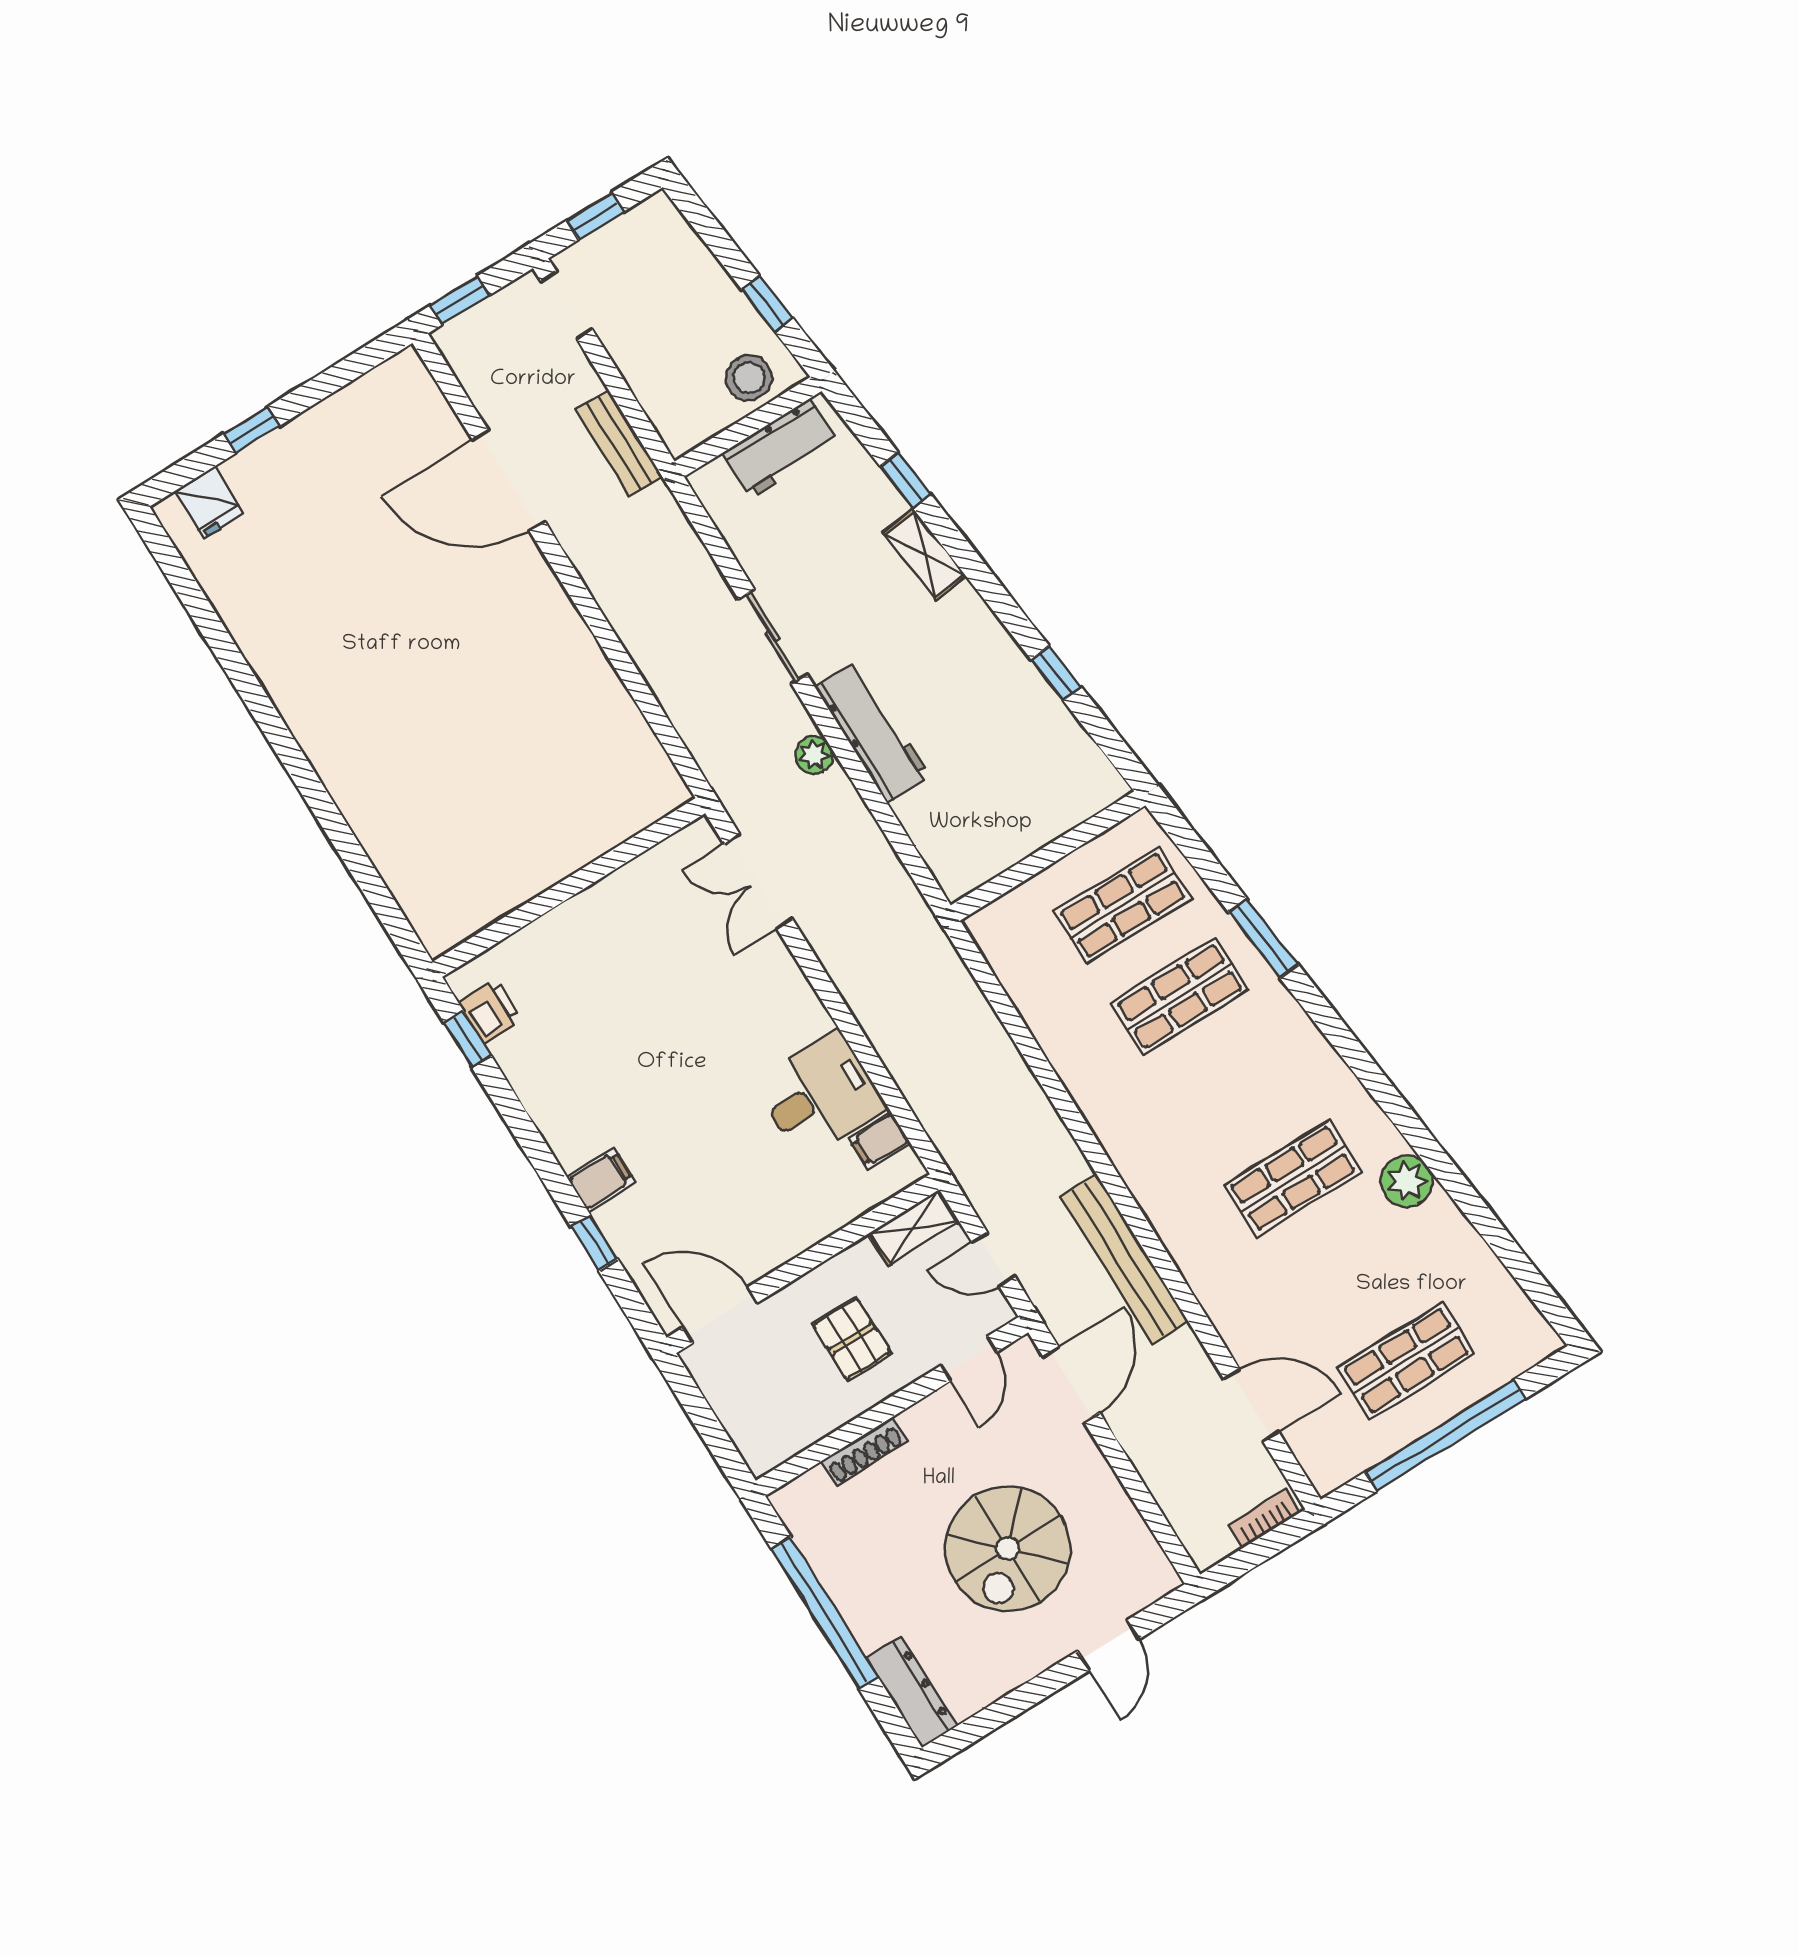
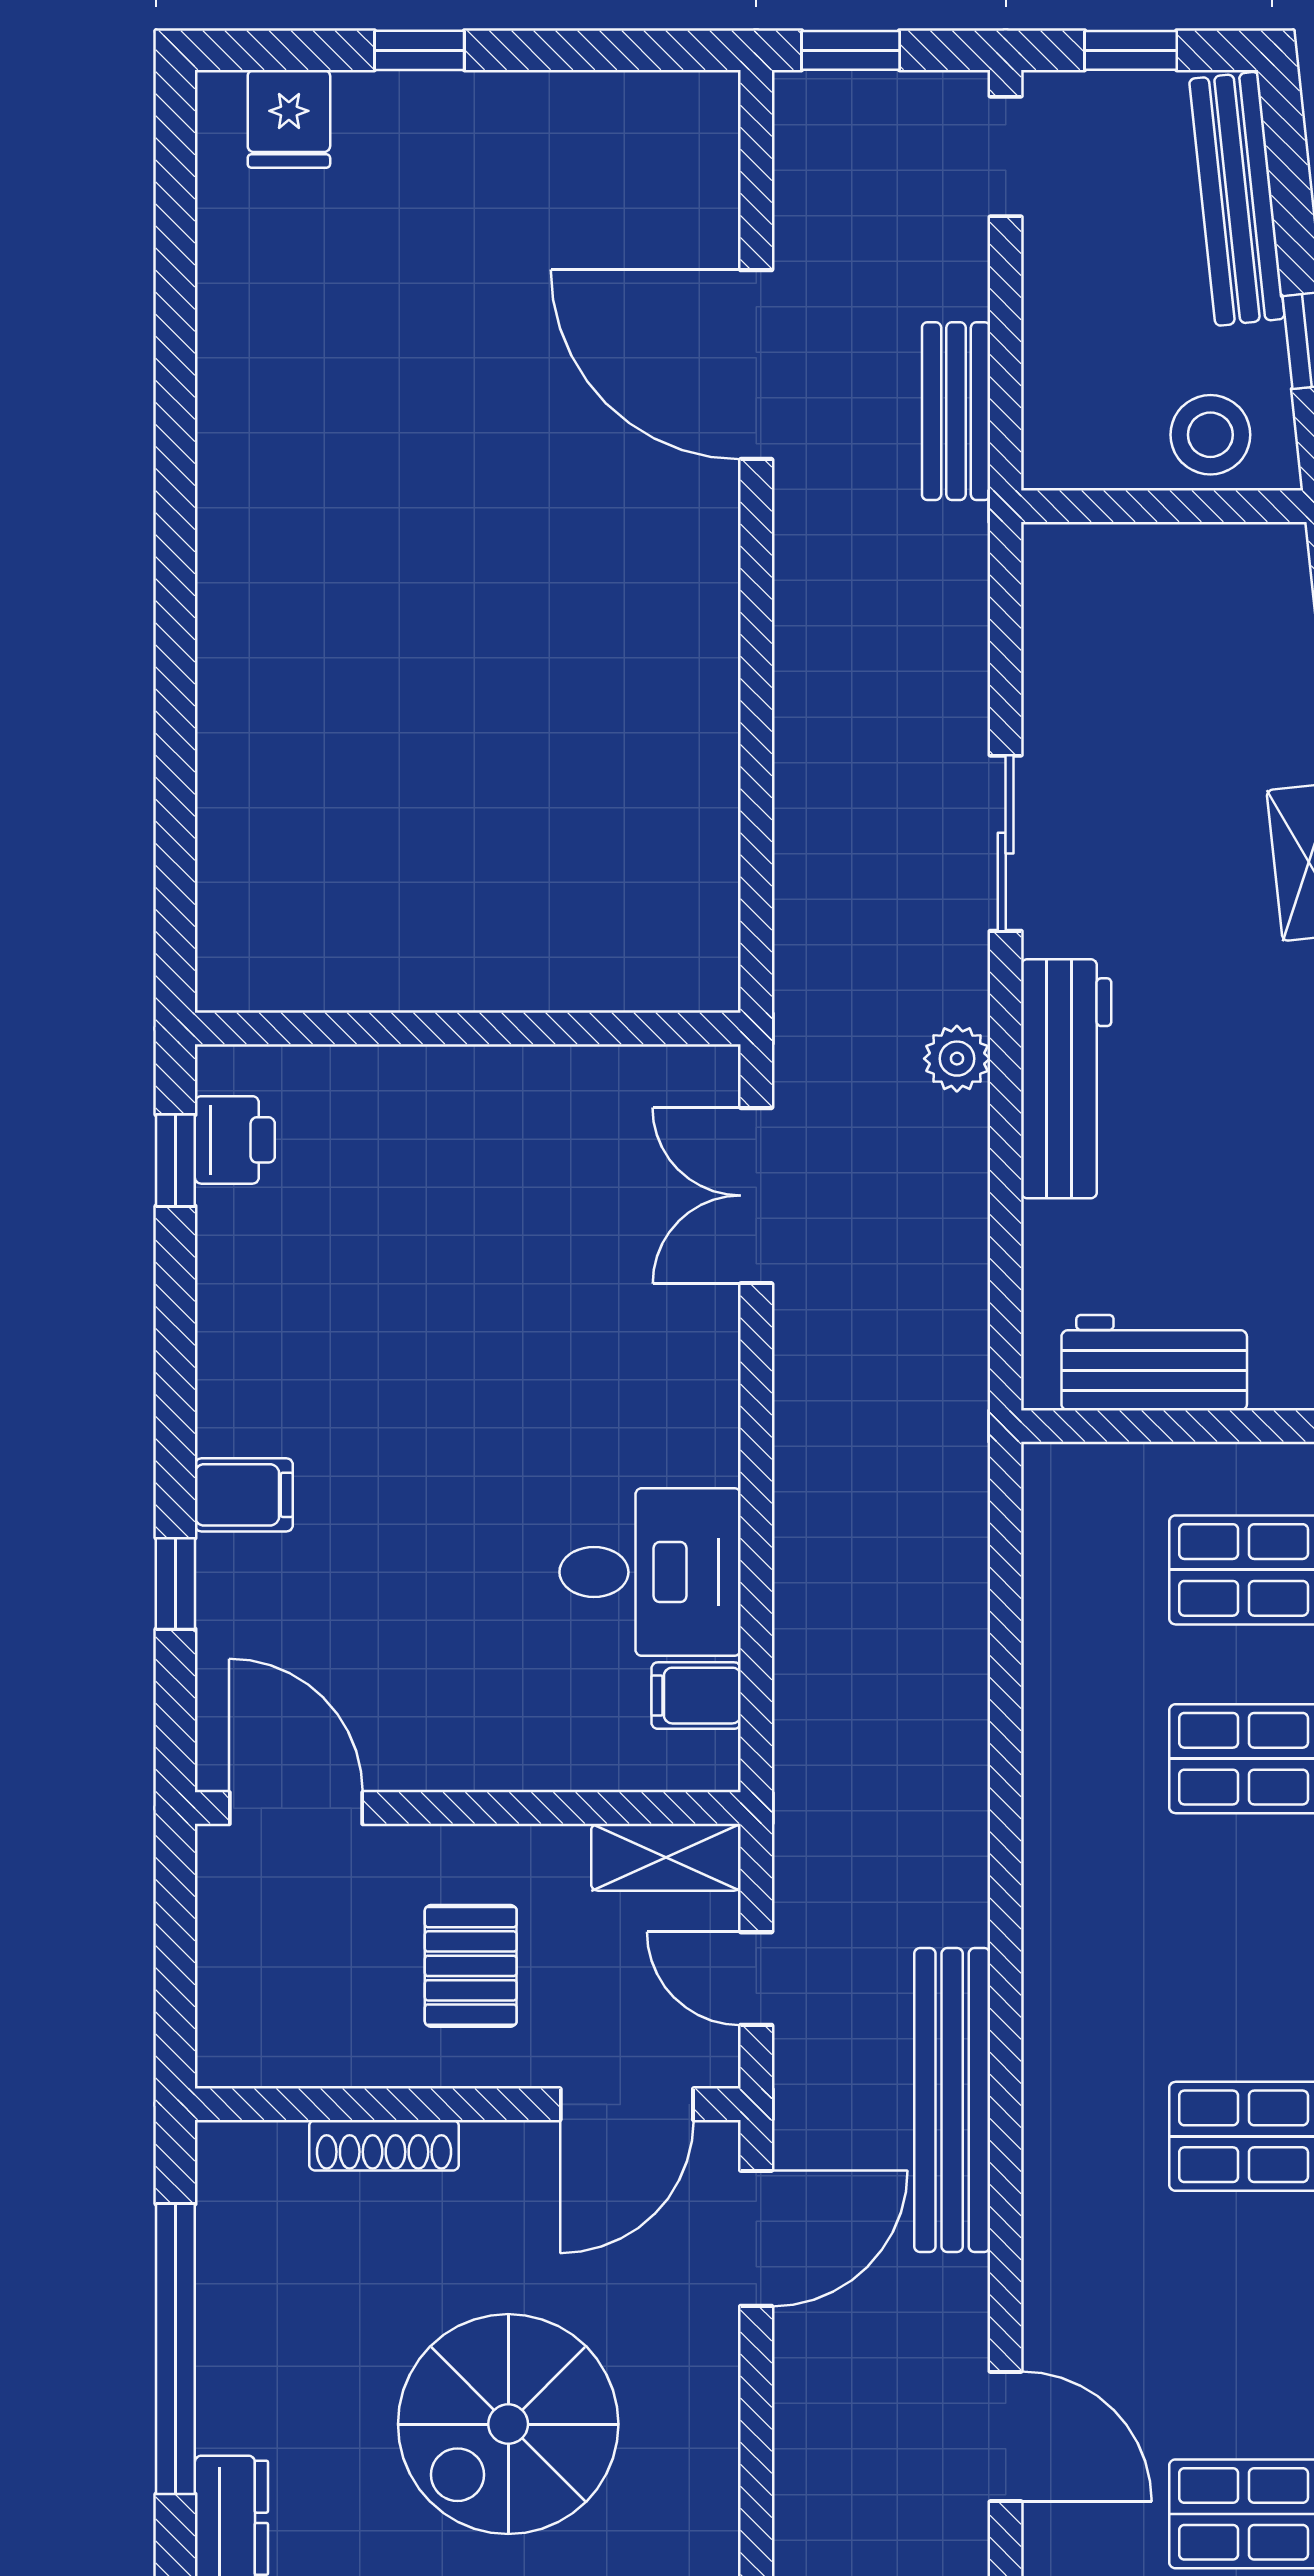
bench: (691, 256) -> (1237, 199), added
workbench: (781, 448) -> (1154, 1363), moved, turned 180
door: (969, 1359) -> (627, 2104), width x1.38

